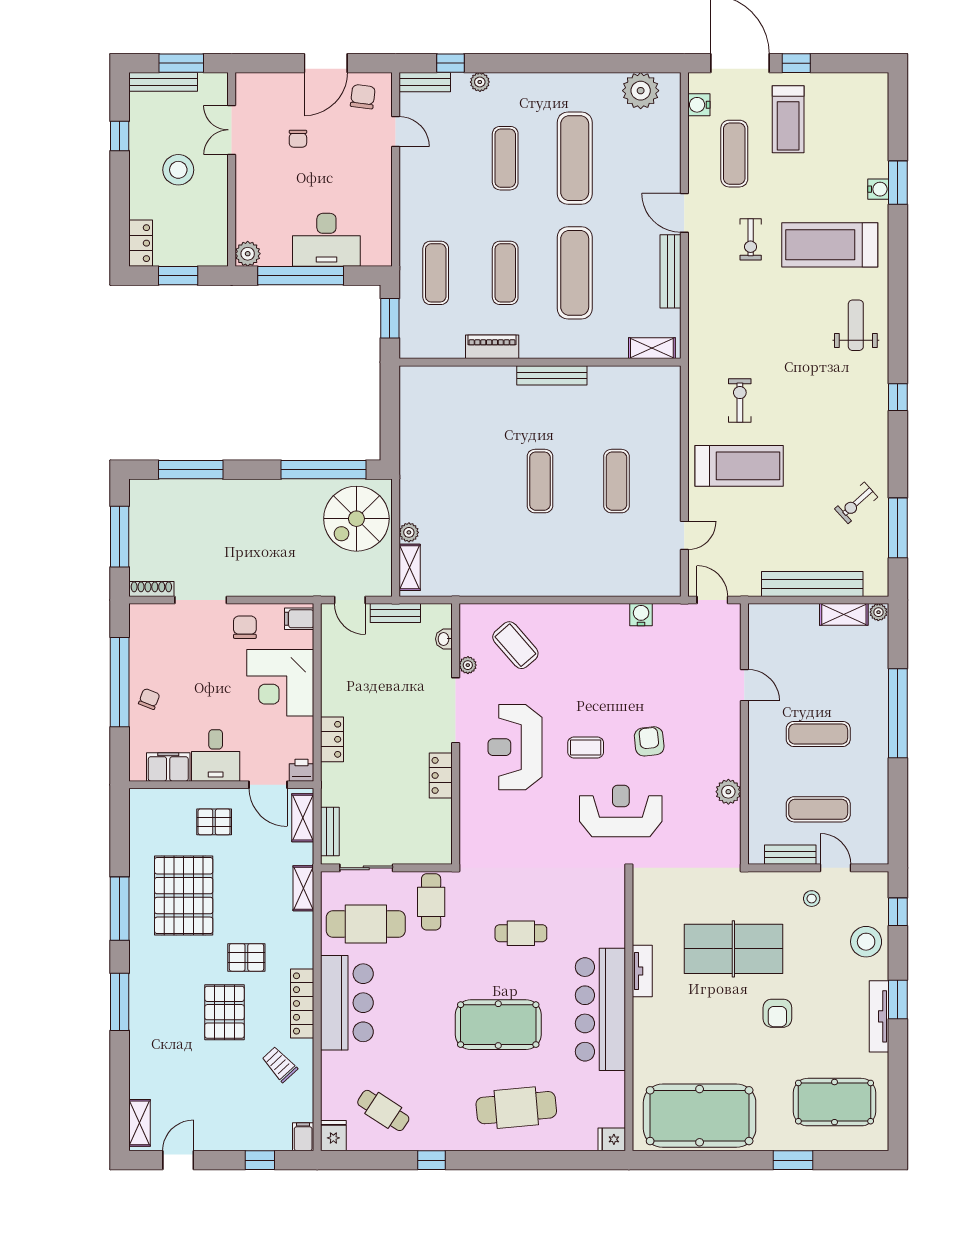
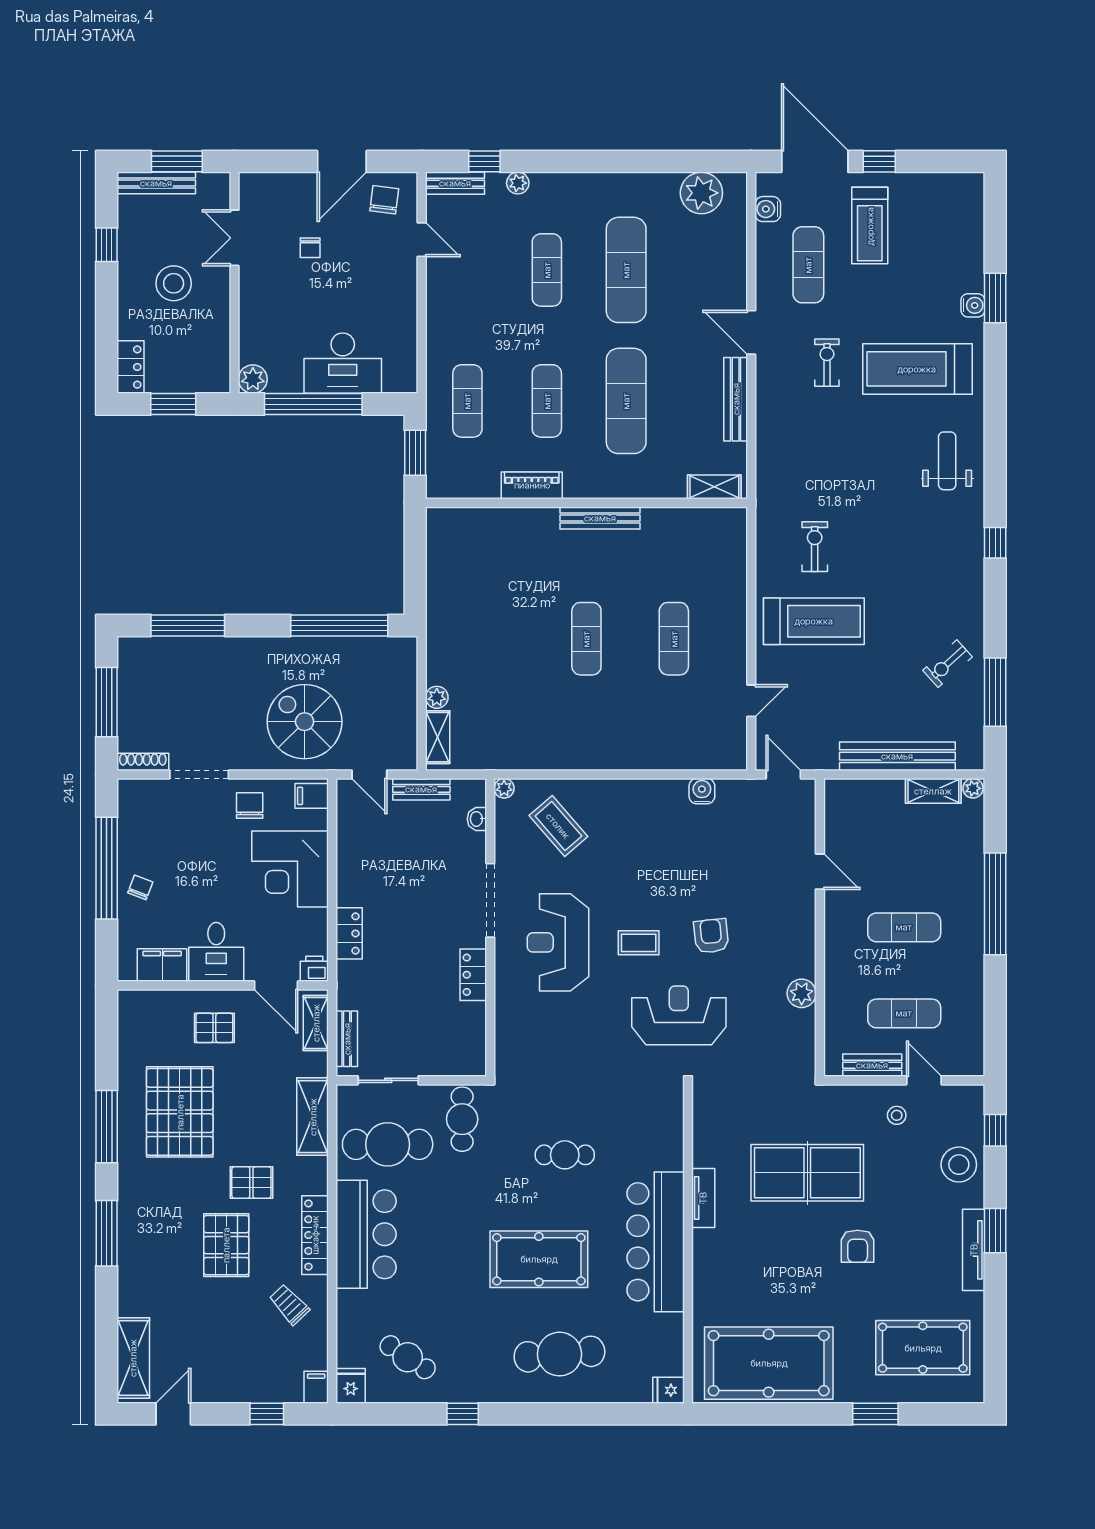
exercise bike: (751, 239) -> (827, 363), turned 180
spiral stairs: (356, 519) -> (305, 722), moved, turned 90
plant: (468, 665) -> (504, 788), moved
shelving: (303, 888) -> (313, 1117), width x1.50, depth x1.33
shelving: (139, 1123) -> (133, 1358), width x1.50, depth x1.33

